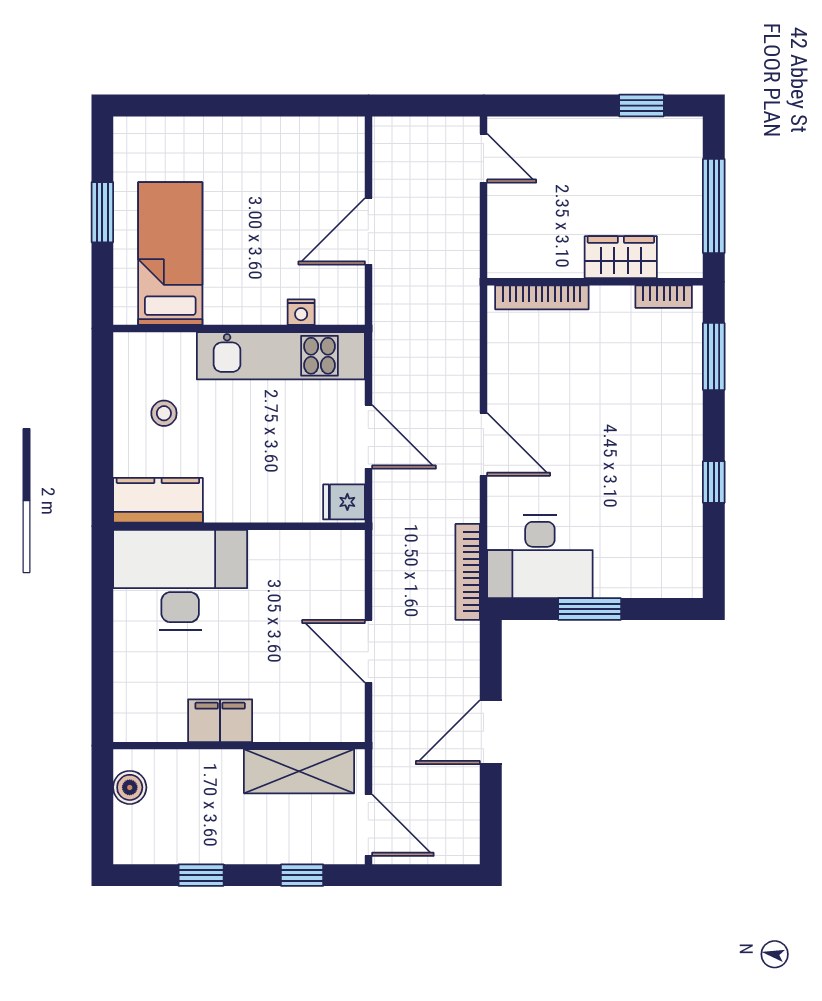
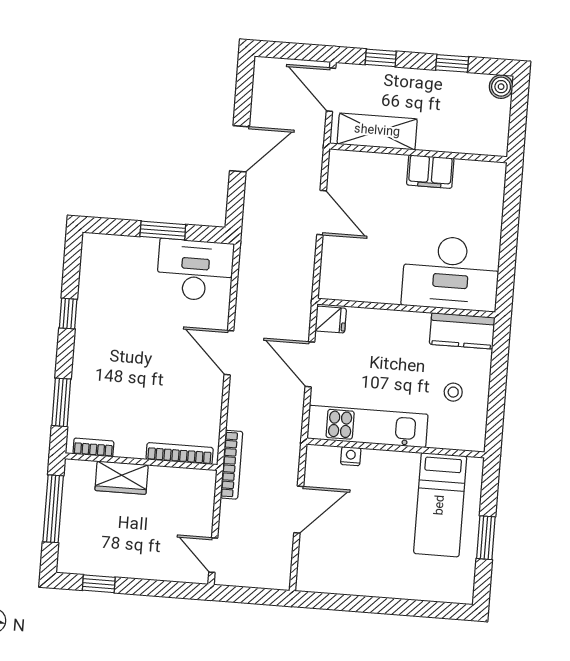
bookcase: (468, 572) -> (232, 465), moved
boiler: (130, 787) -> (501, 87), moved

